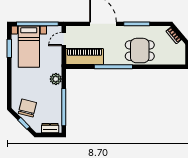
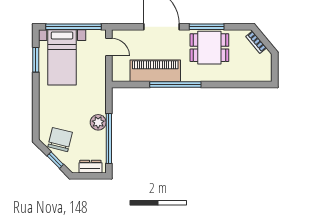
door: (64, 39) -> (109, 47), swing flipped
dining table: (140, 51) -> (209, 48), moved
piano: (85, 57) -> (155, 71), moved
plant: (56, 79) -> (98, 122), moved

